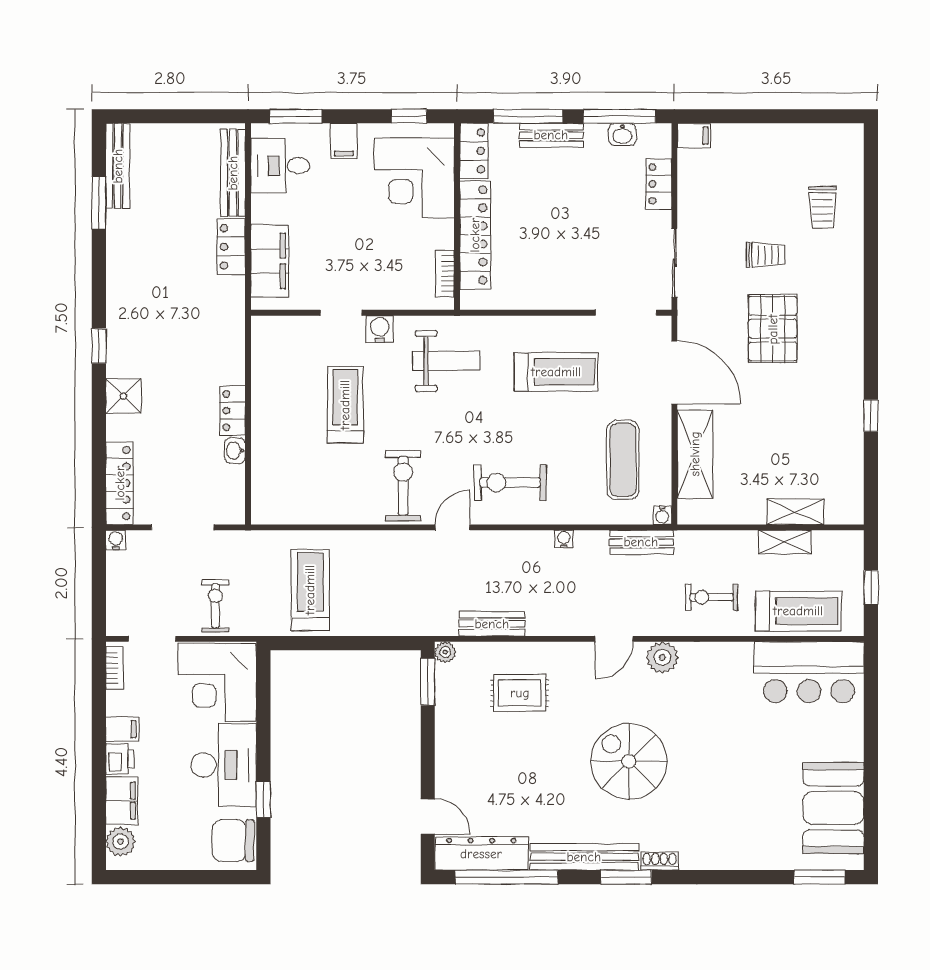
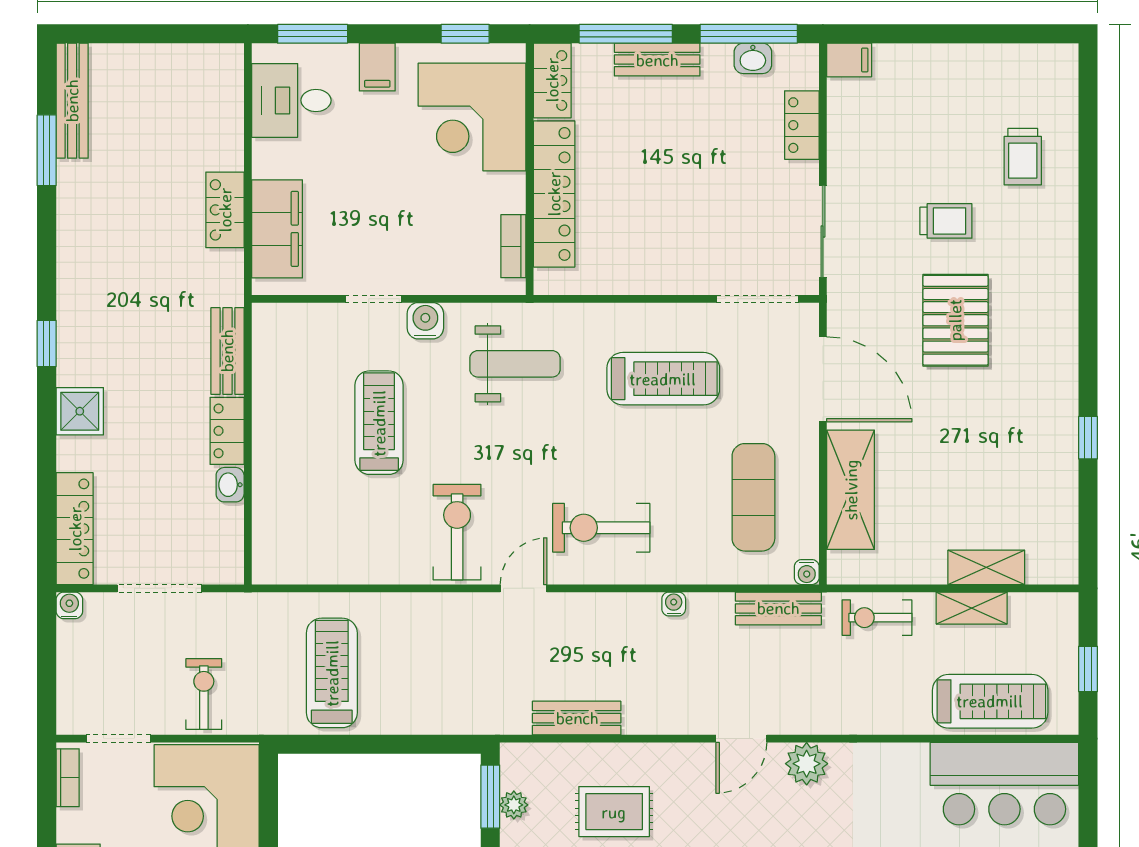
bench: (233, 173) -> (227, 351), moved, width x0.73
exercise bike: (712, 597) -> (877, 618), moved
plant: (445, 652) -> (514, 805), moved

